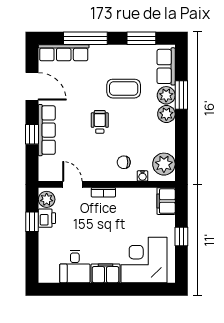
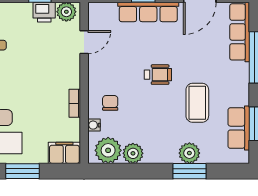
row of seats: (166, 66) -> (239, 128), moved, turned -90
plant: (166, 114) -> (133, 153), moved
bookcase: (103, 192) -> (75, 103), moved
window: (181, 236) -> (22, 171), width x1.50

